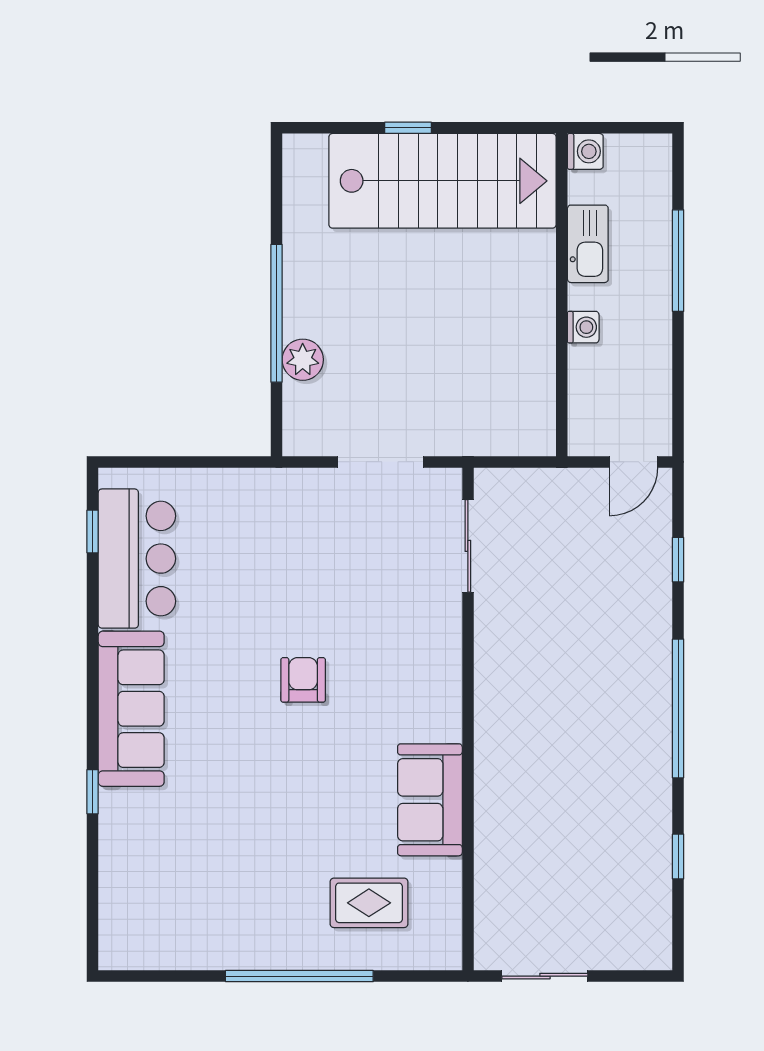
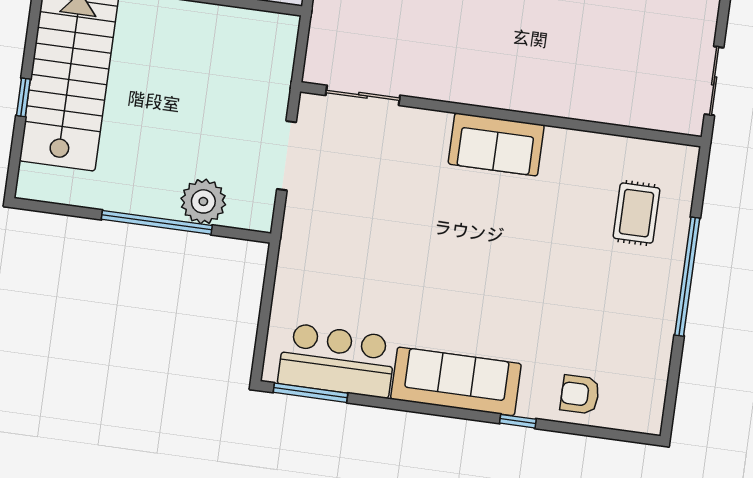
plant: (303, 360) -> (203, 201), width x1.36, depth x1.36
window: (93, 531) -> (311, 393), width x2.17
armchair: (303, 680) -> (580, 394), moved
sofa: (430, 800) -> (496, 144), moved

